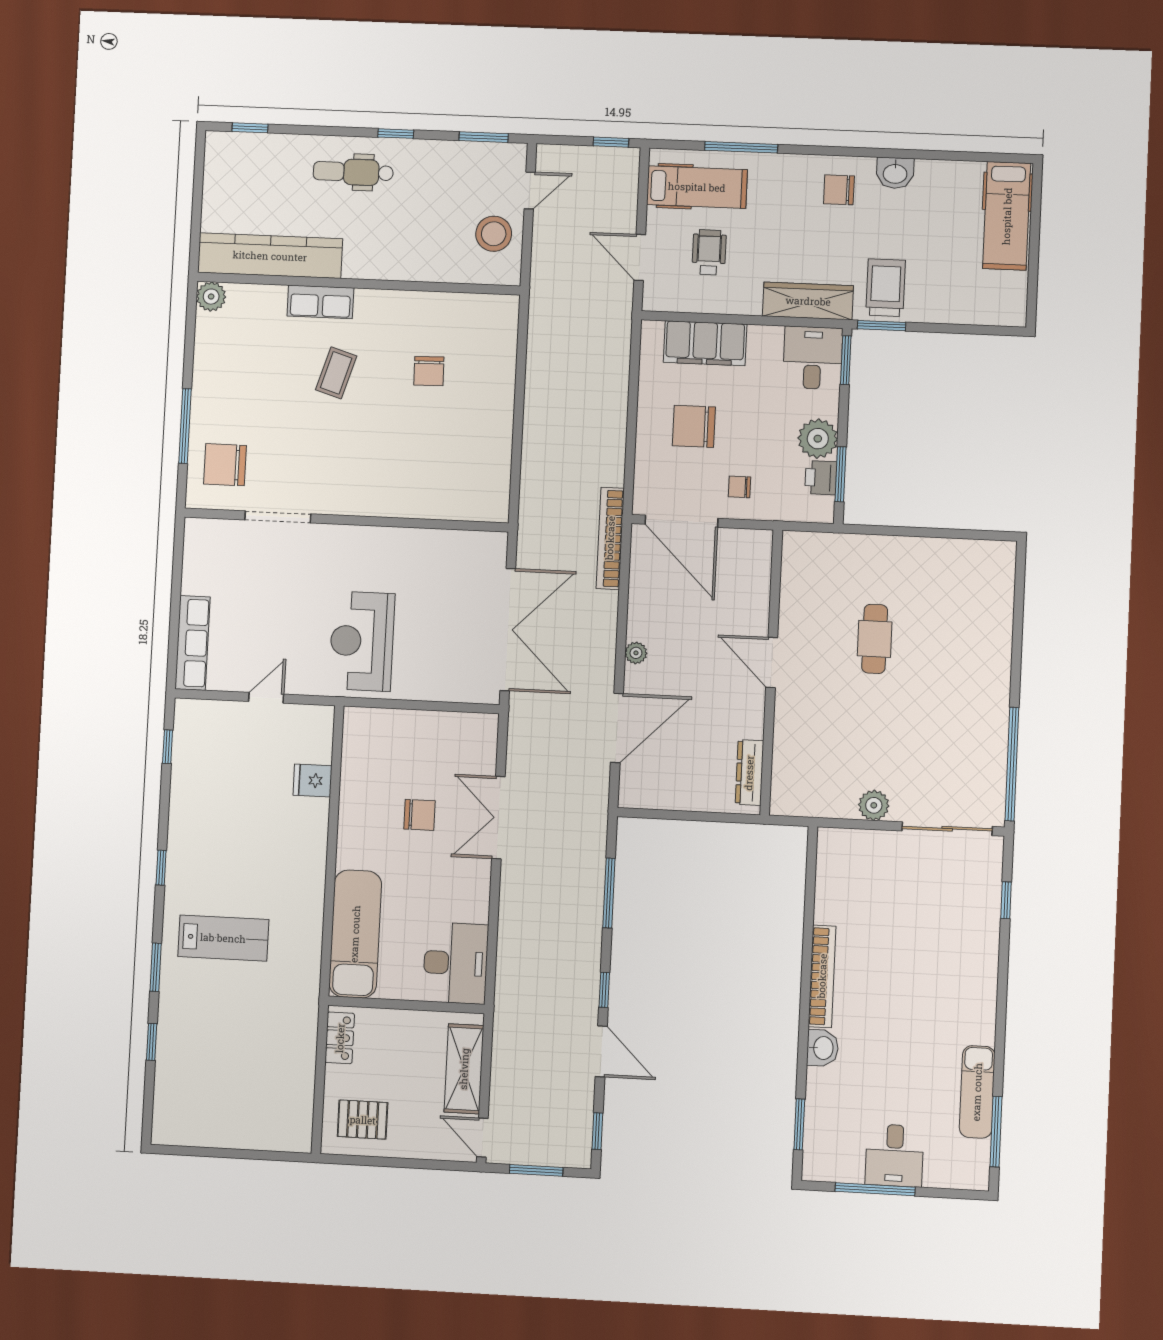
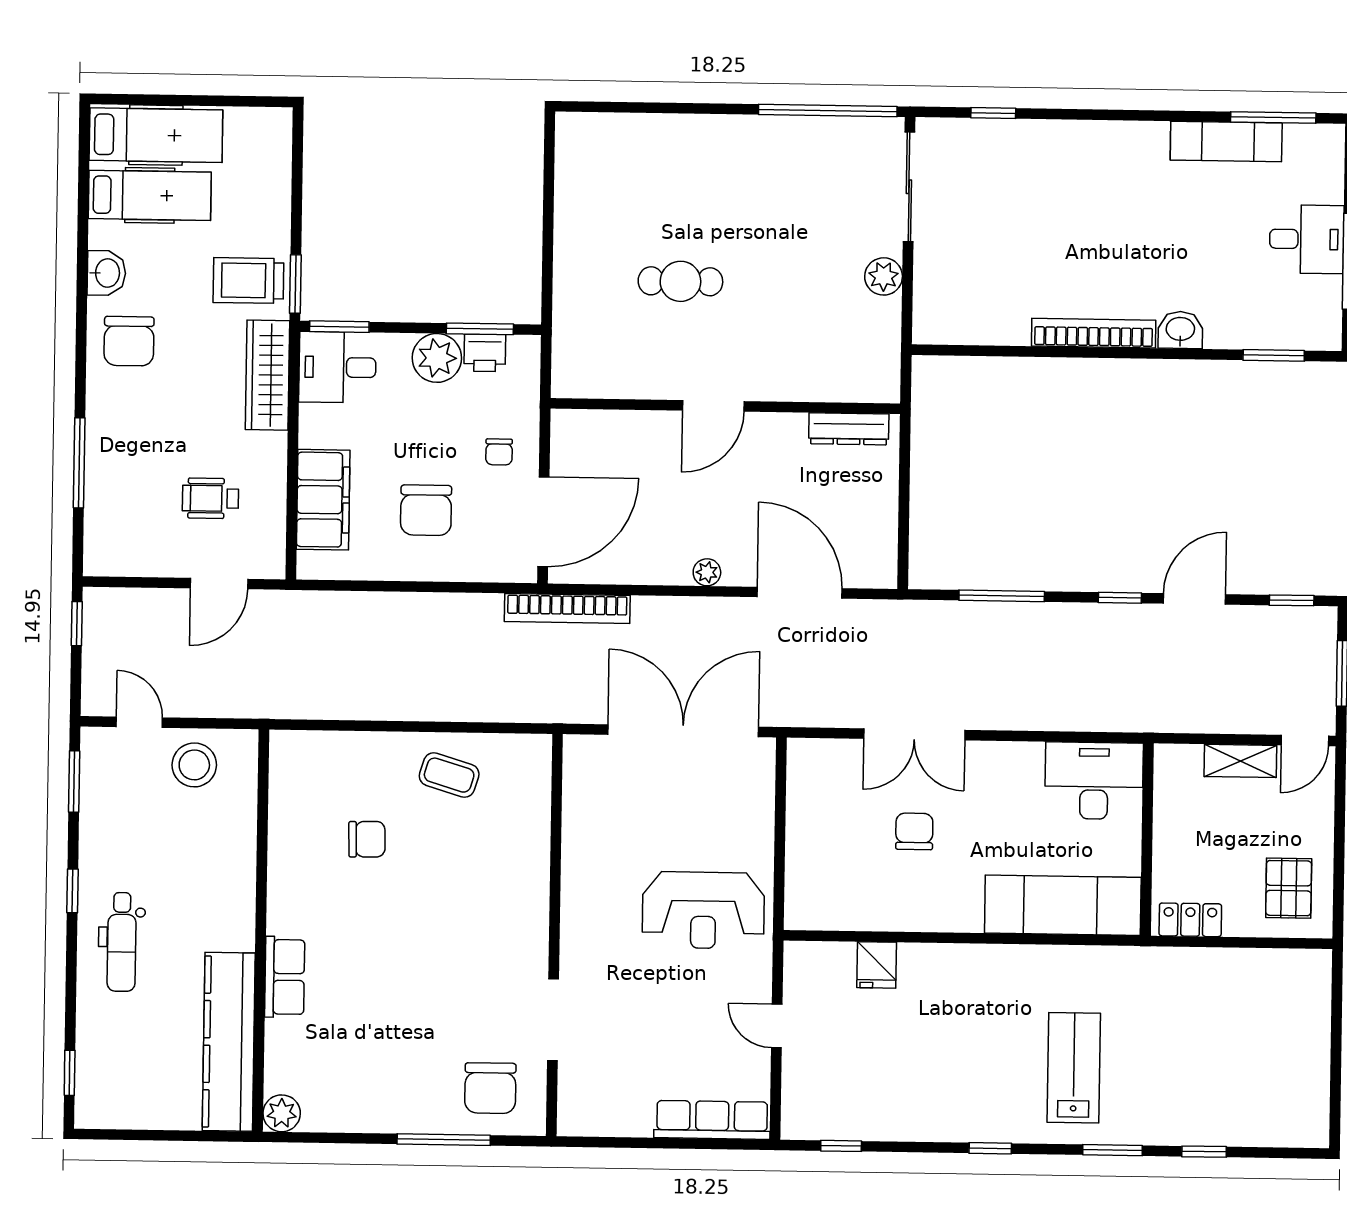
hospital bed: (697, 187) -> (150, 195), moved, turned 90
chair: (839, 190) -> (129, 341), width x1.37, depth x1.37
coffee table: (336, 373) -> (449, 775), moved
shelving: (464, 1069) -> (1240, 761), width x0.67, depth x0.75

